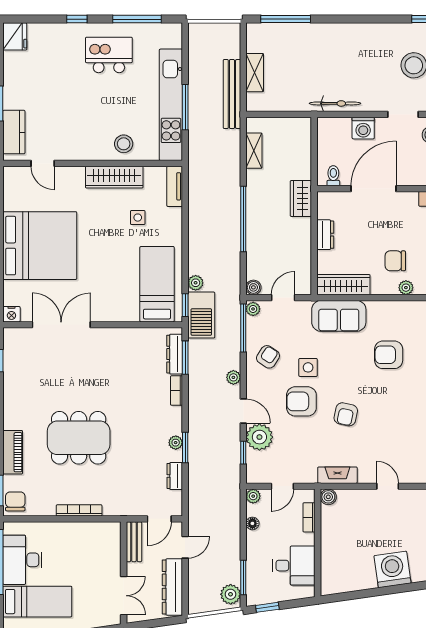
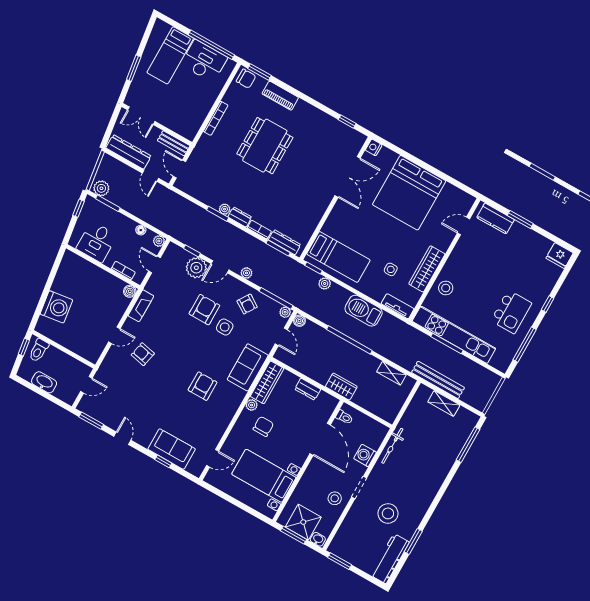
plant: (406, 288) -> (252, 405), moved
barbecue: (201, 315) -> (364, 311), moved
armchair: (346, 414) -> (143, 354), moved
dresser: (175, 476) -> (240, 217), moved

